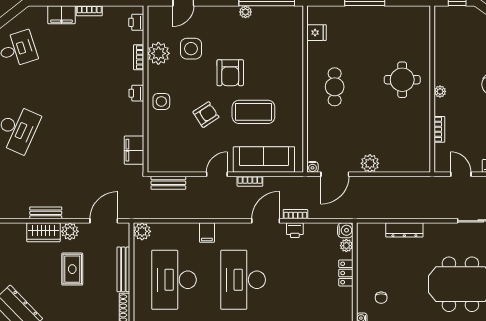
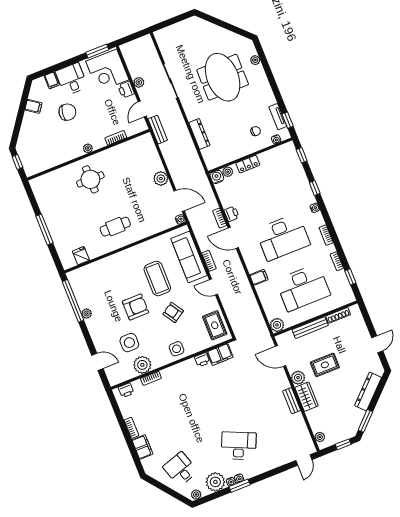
printer: (136, 93) -> (202, 360), moved
rug: (171, 158) -> (215, 325), added
bench: (168, 183) -> (158, 130), moved

